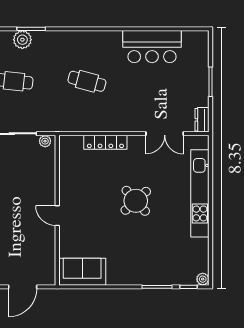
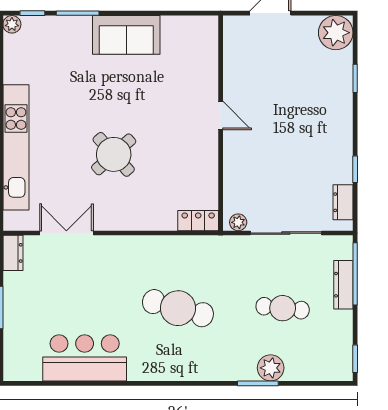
cafe table: (87, 81) -> (178, 308), width x1.37, depth x1.35
locker: (105, 142) -> (198, 221), moved, width x0.66
round table: (136, 201) -> (114, 154), moved
sofa: (82, 272) -> (126, 35), moved

